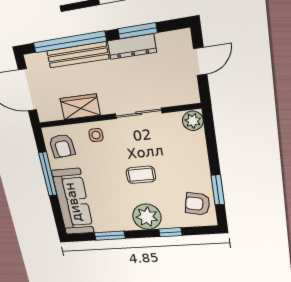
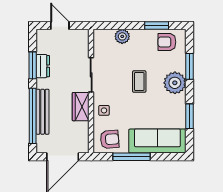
dresser: (132, 47) -> (43, 66), width x0.70
wardrobe: (80, 107) -> (81, 107), moved
plant: (193, 121) -> (122, 36), moved
armchair: (197, 204) -> (167, 42), turned 78
window: (170, 232) -> (190, 66), width x1.50

